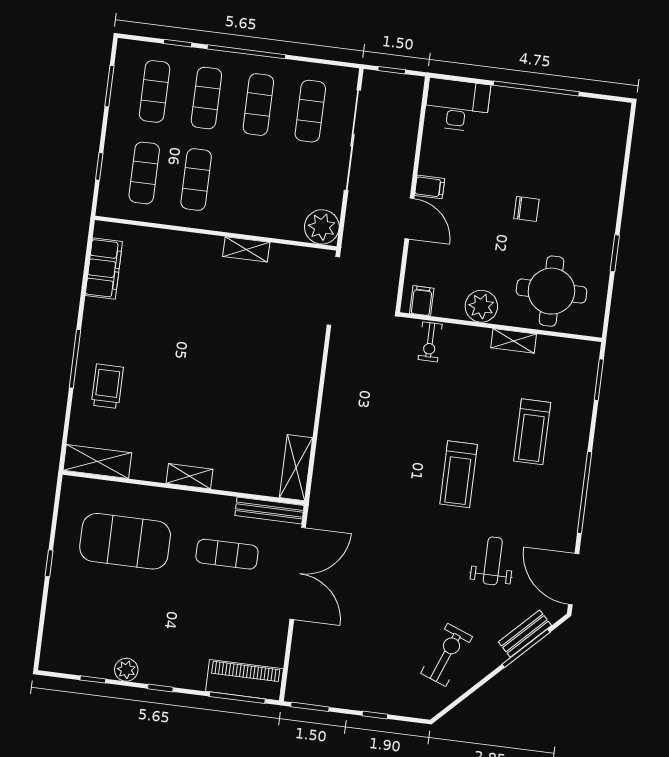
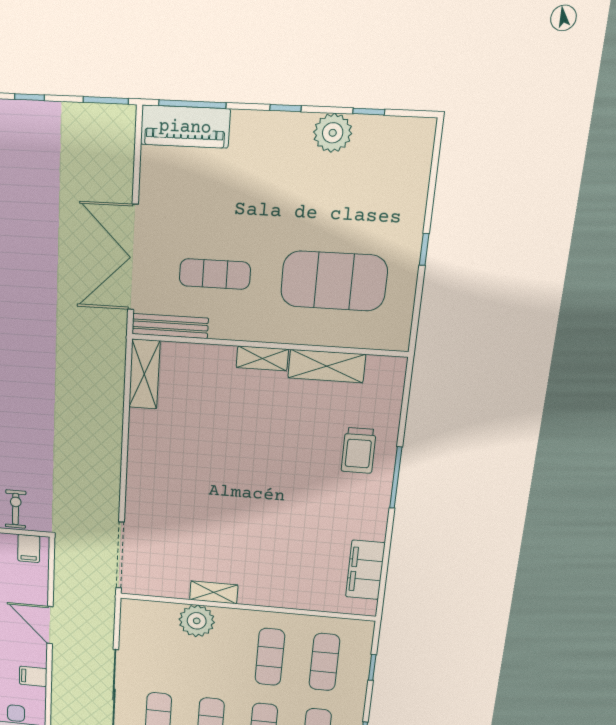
filing cabinet: (430, 187) -> (33, 676), moved
plant: (322, 227) -> (197, 621), moved
shelving: (97, 461) -> (327, 366), moved
plant: (126, 670) -> (333, 133), width x1.36, depth x1.36

